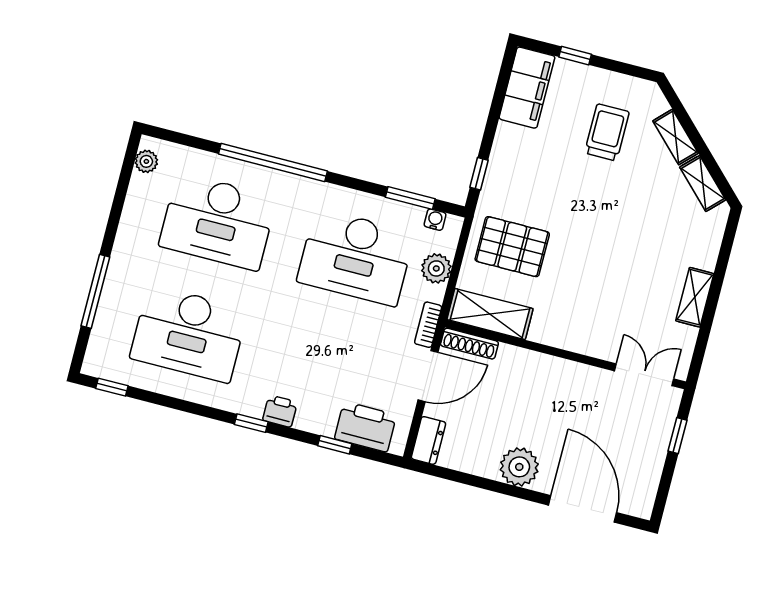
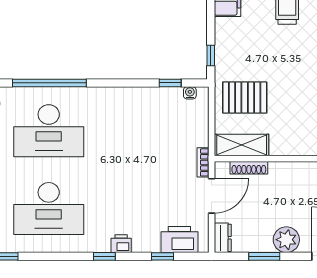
window: (273, 162) -> (49, 83), moved
window: (410, 198) -> (170, 83), width x0.67
desk: (356, 257) -> (145, 131), removed
plant: (436, 268) -> (199, 124), removed
shoe rack: (469, 344) -> (249, 168), moved
window: (481, 483) -> (264, 256), added

